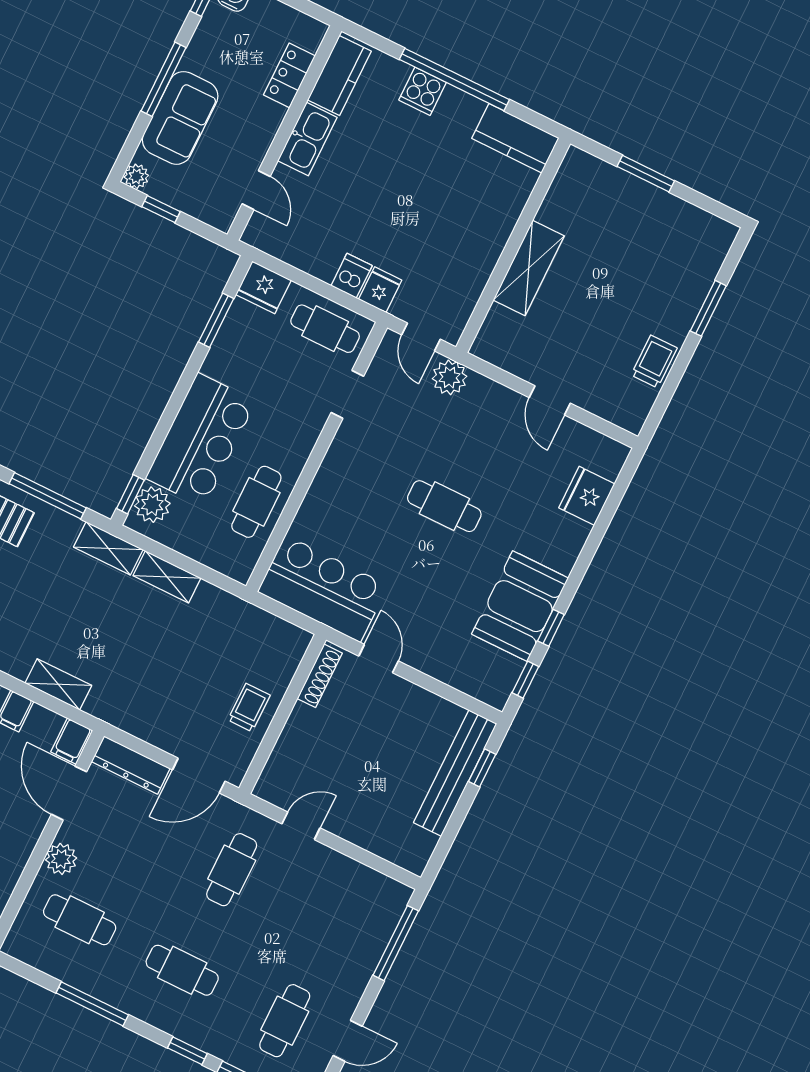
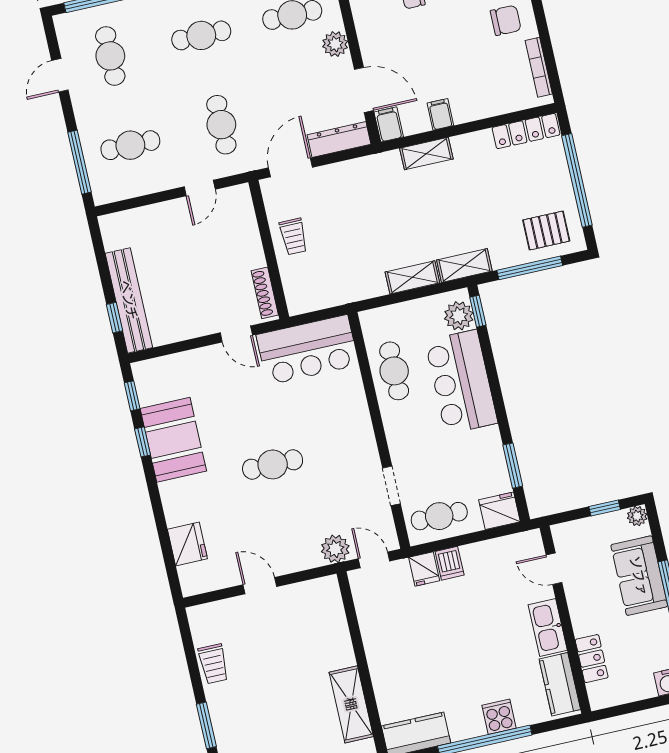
shelving: (529, 268) -> (351, 704), moved
cafe table: (334, 920) -> (130, 145), added

